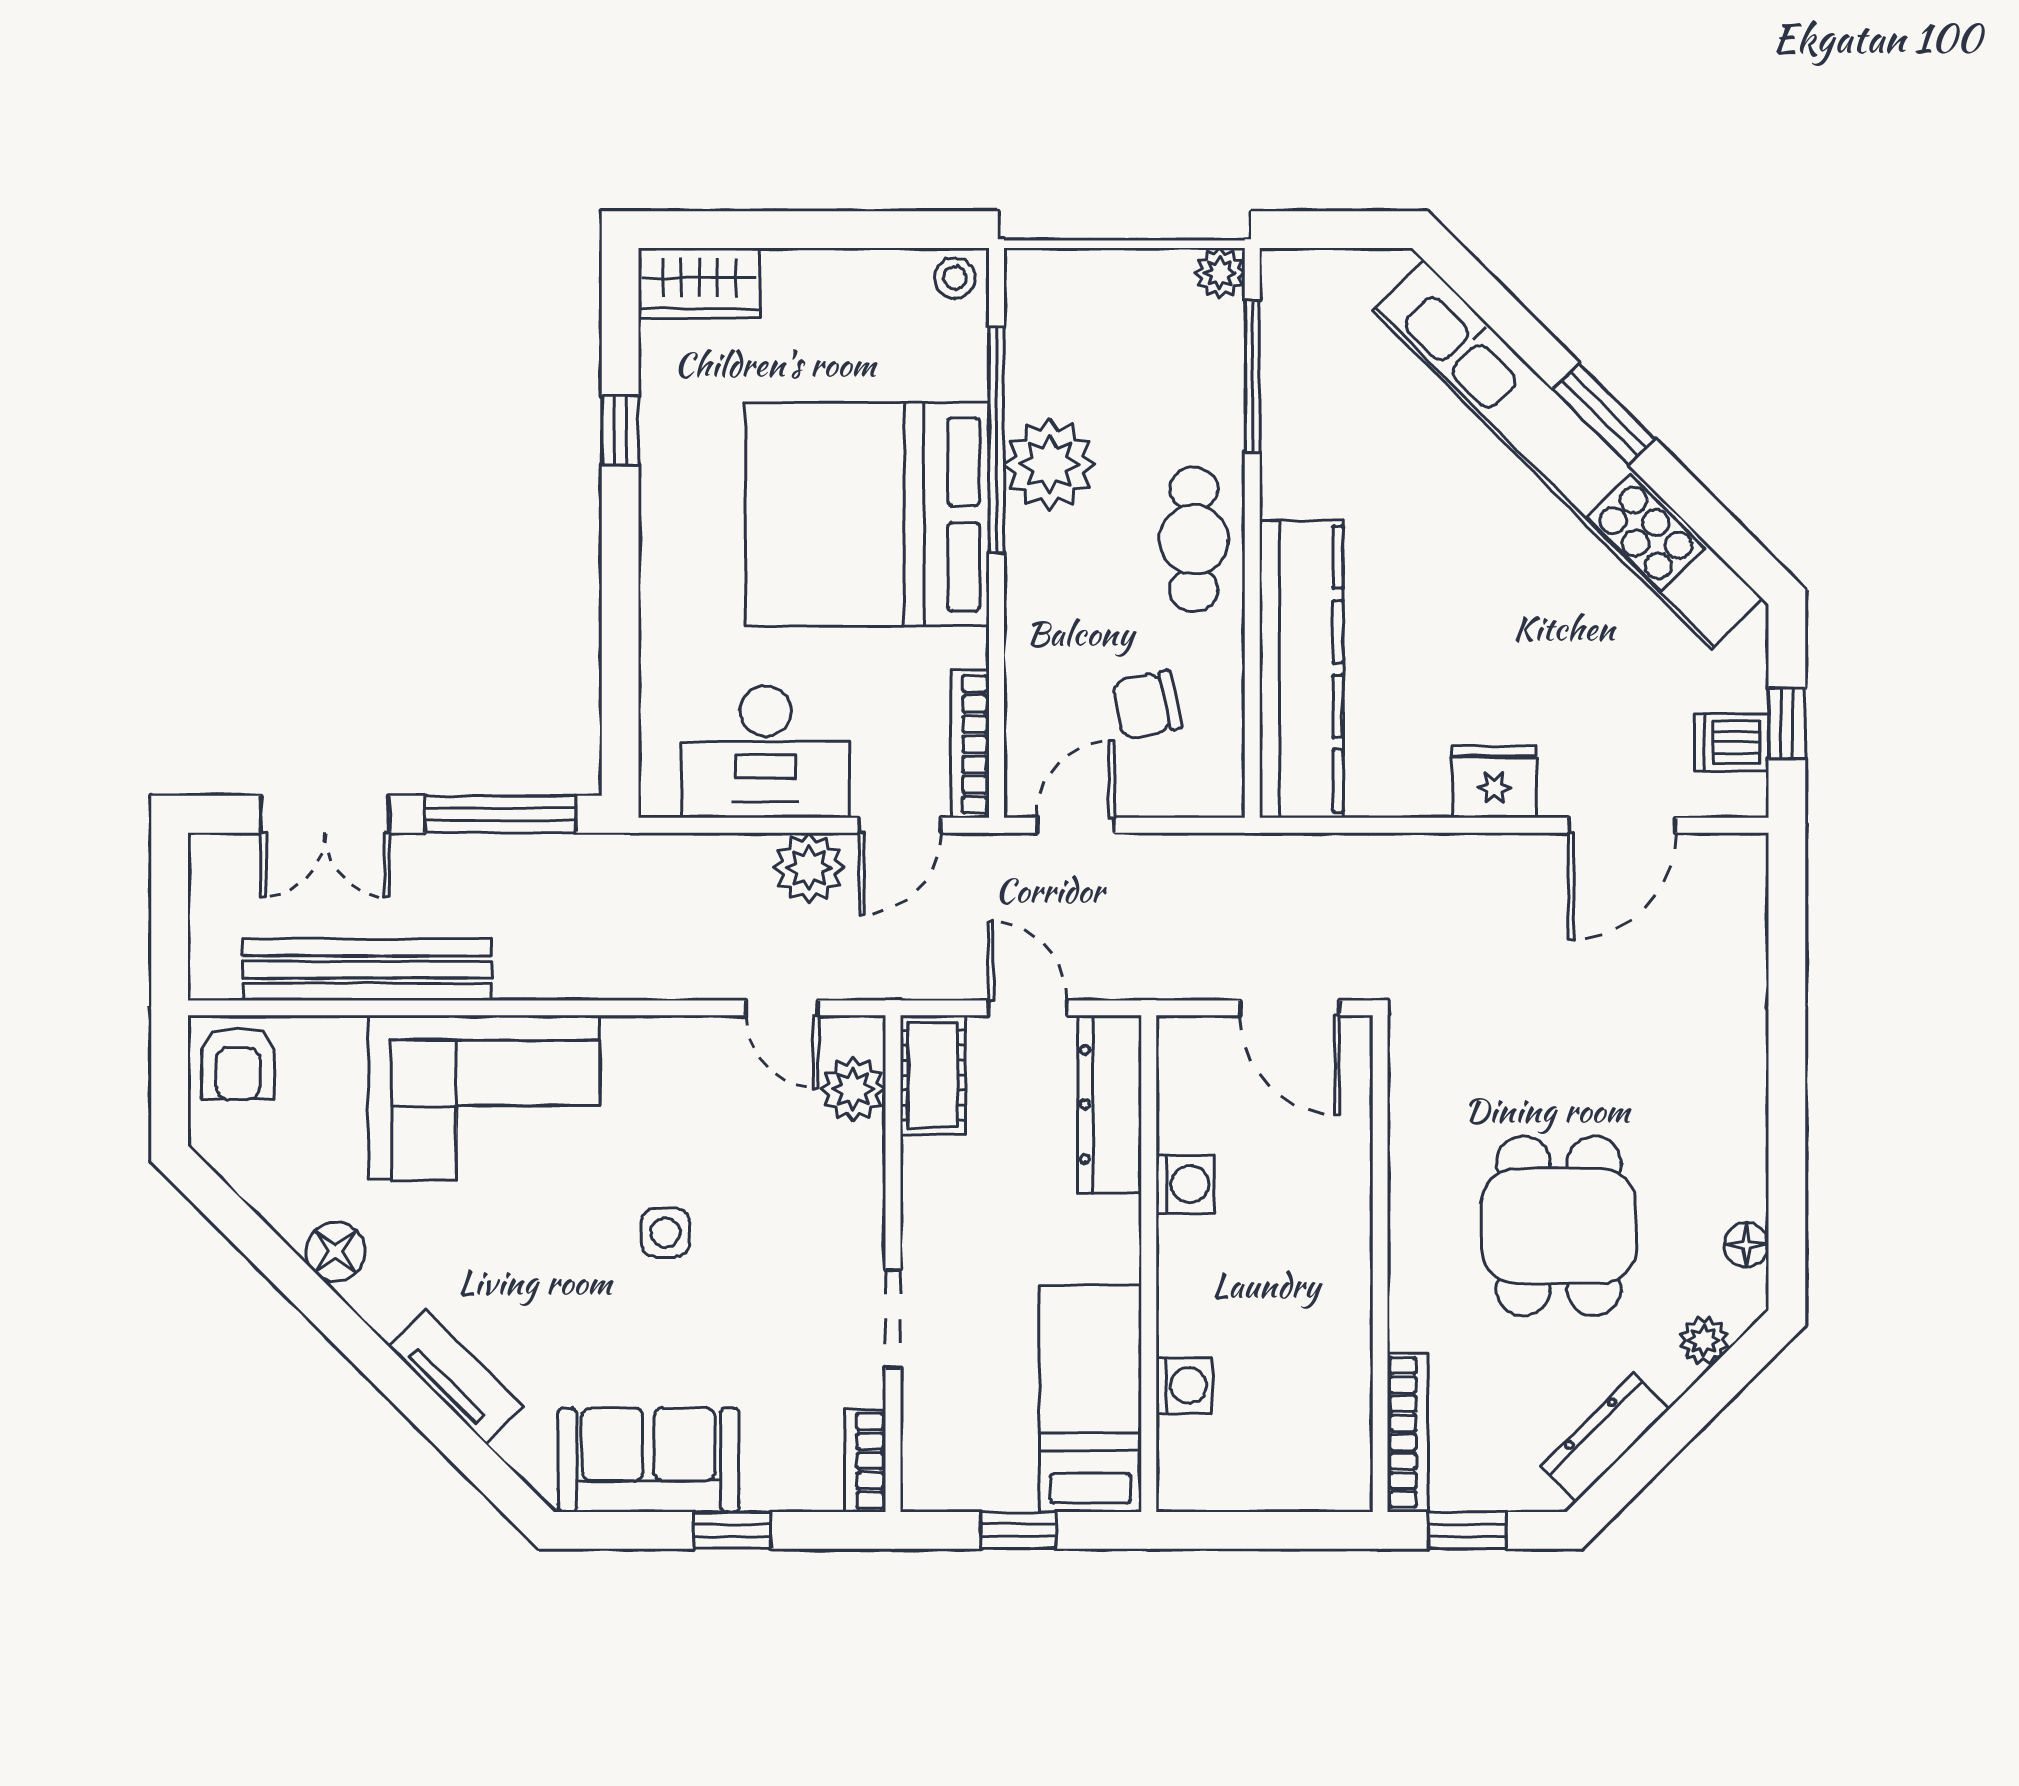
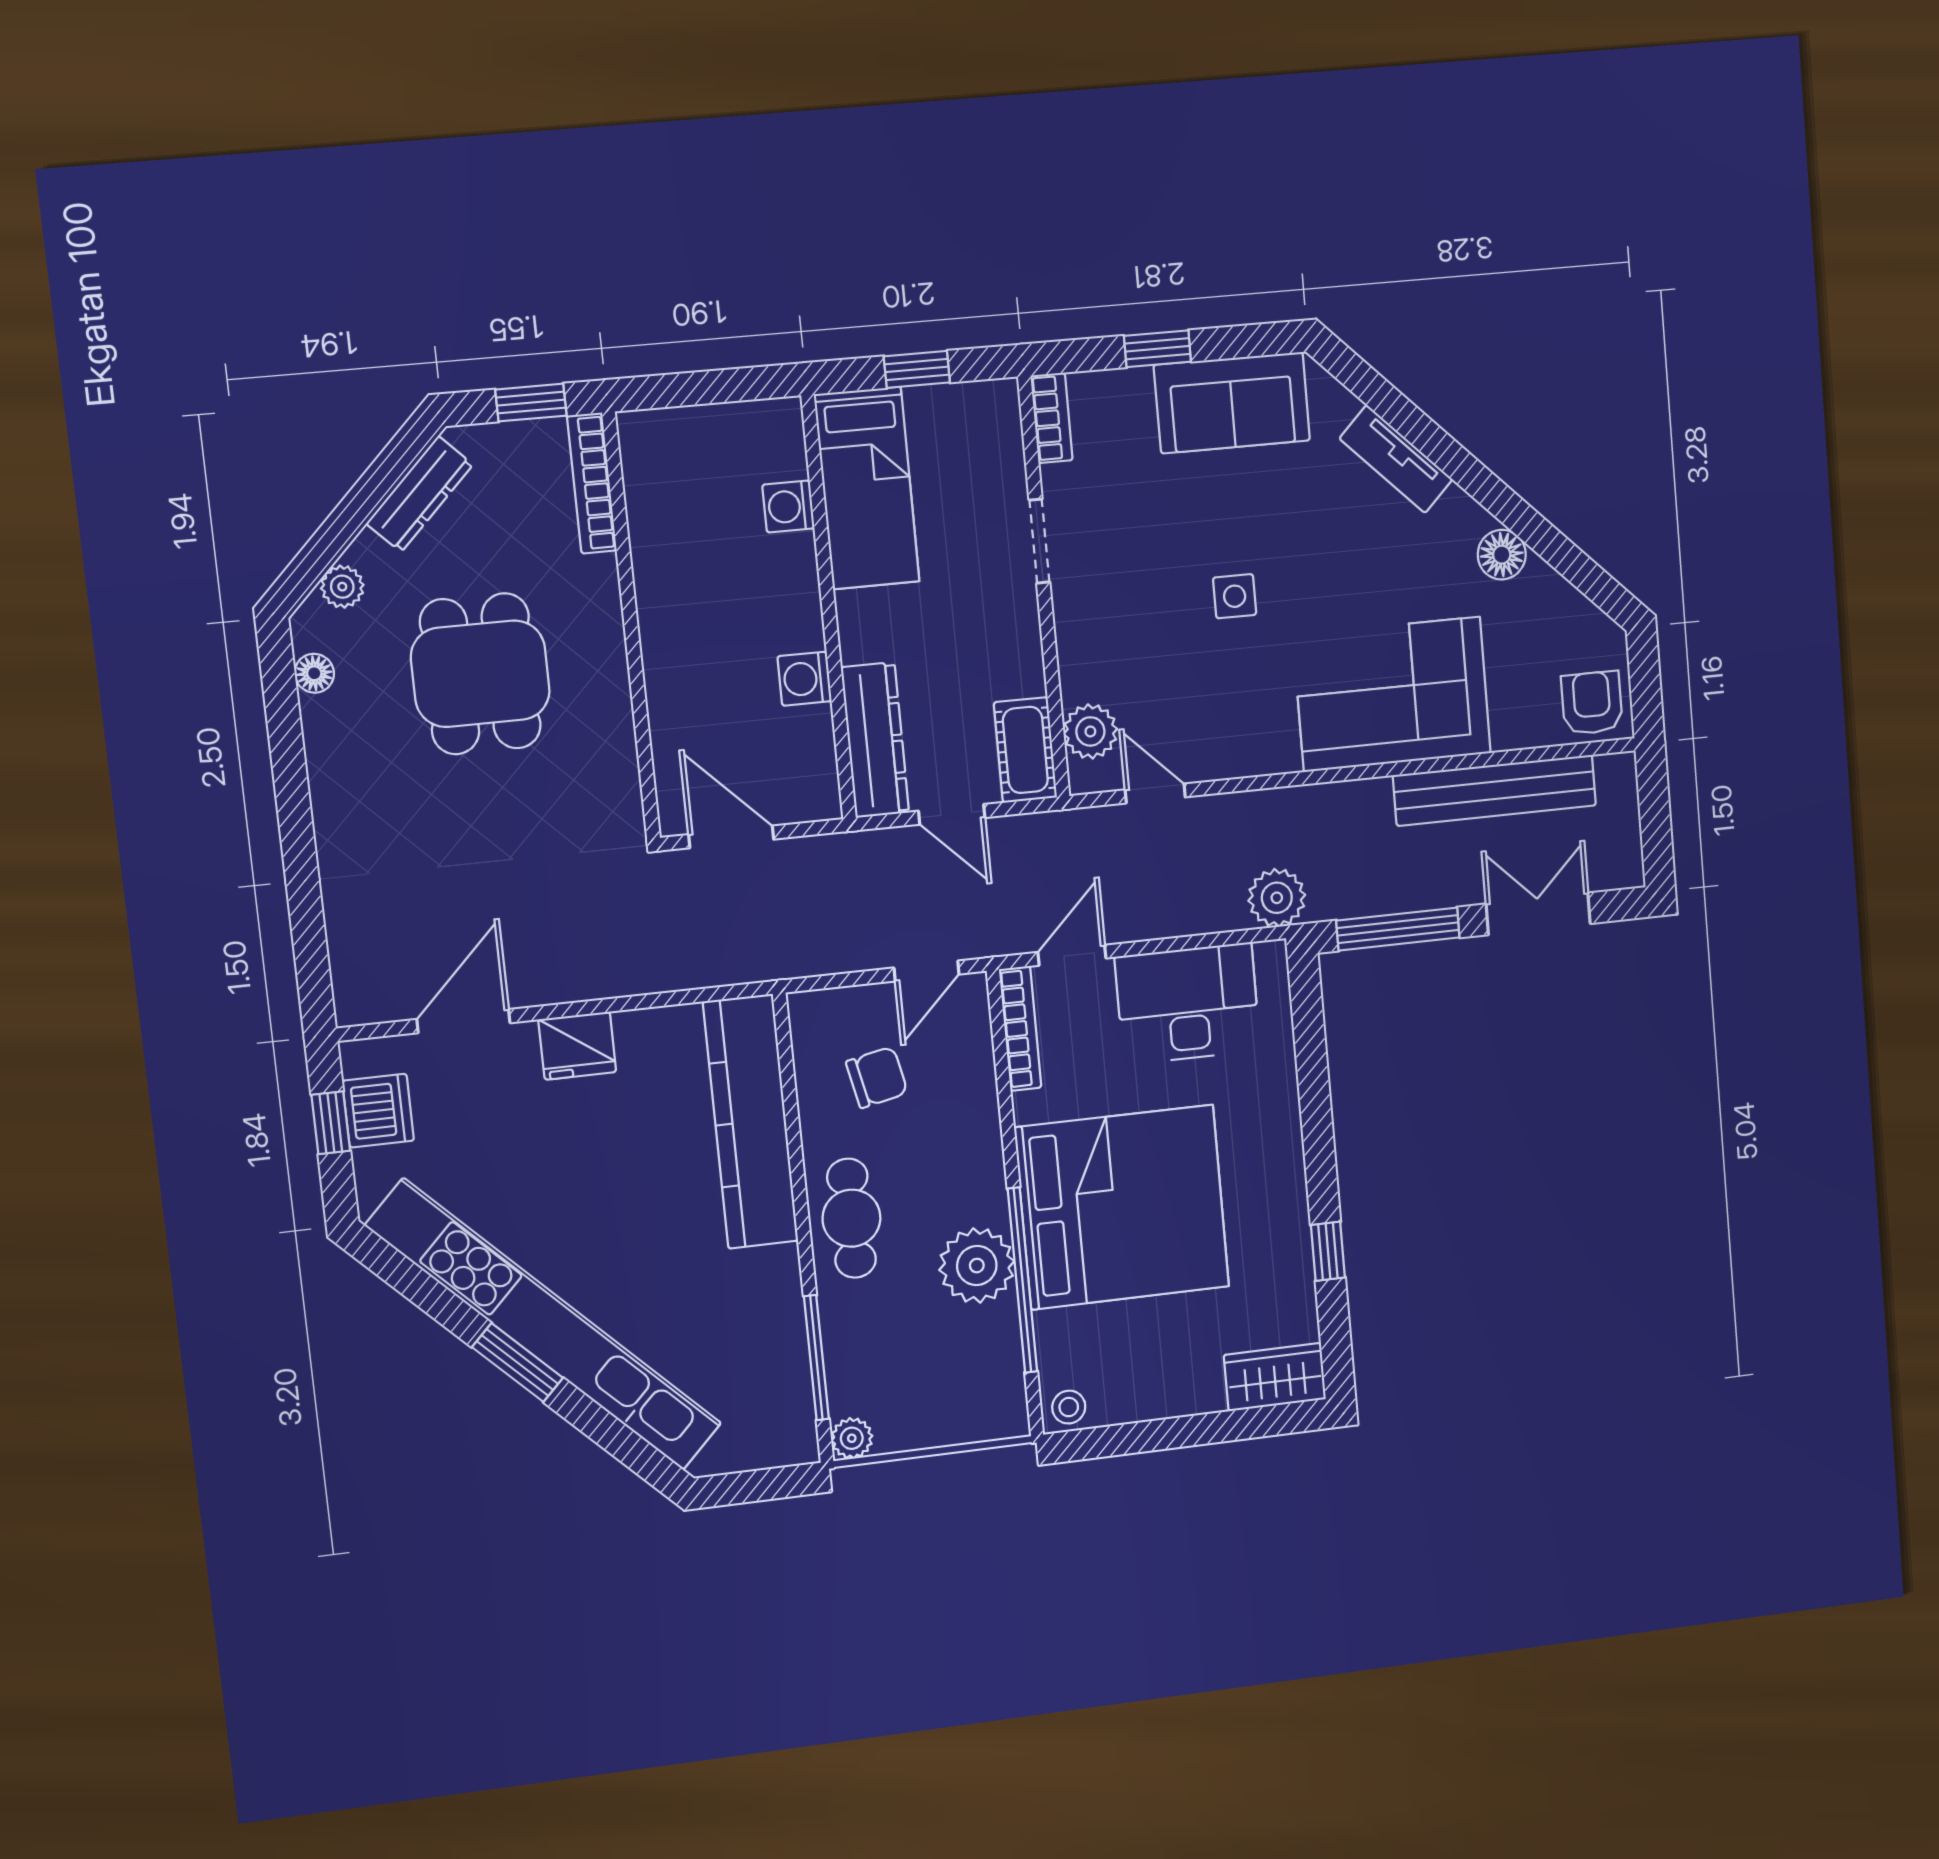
dishwasher: (1731, 742) -> (378, 1111), width x1.38
plant: (809, 868) -> (1277, 898), moved

